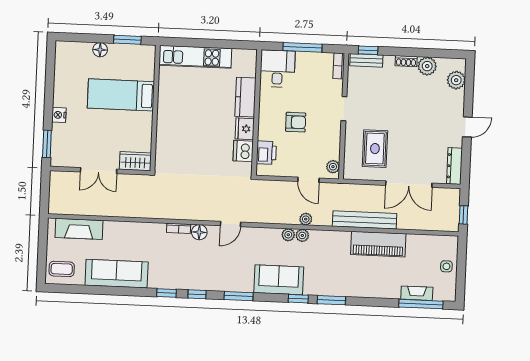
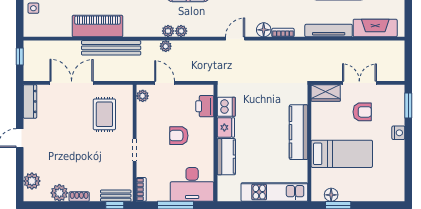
floor lamp: (100, 50) -> (331, 195), moved
desk: (277, 69) -> (192, 184), width x1.37
kitchen counter: (166, 120) -> (299, 132), added
armchair: (97, 139) -> (362, 112), added
tv unit: (129, 228) -> (329, 31), added

